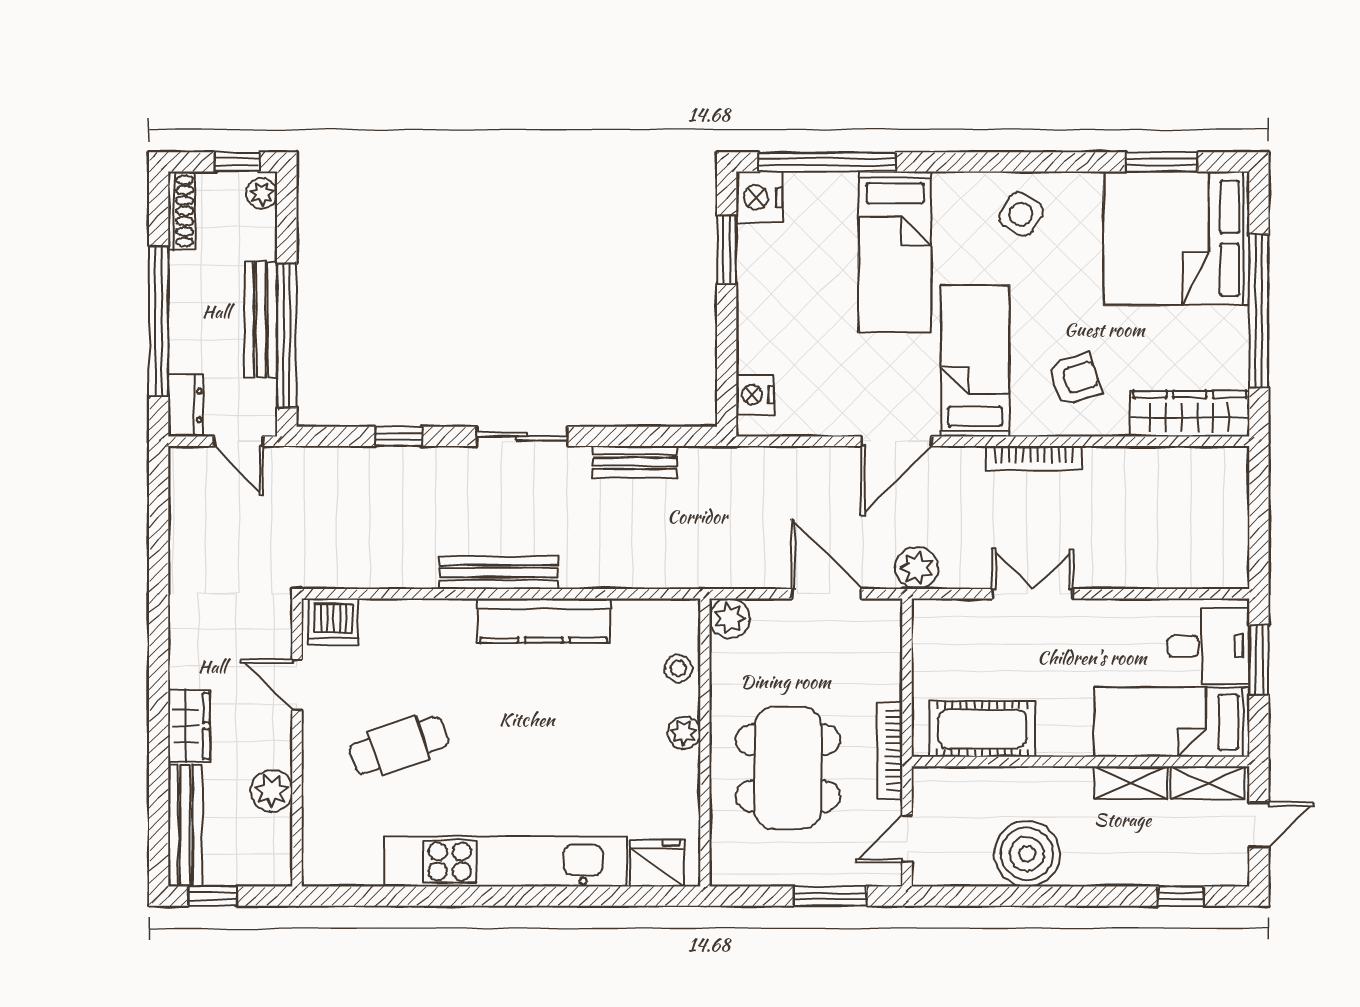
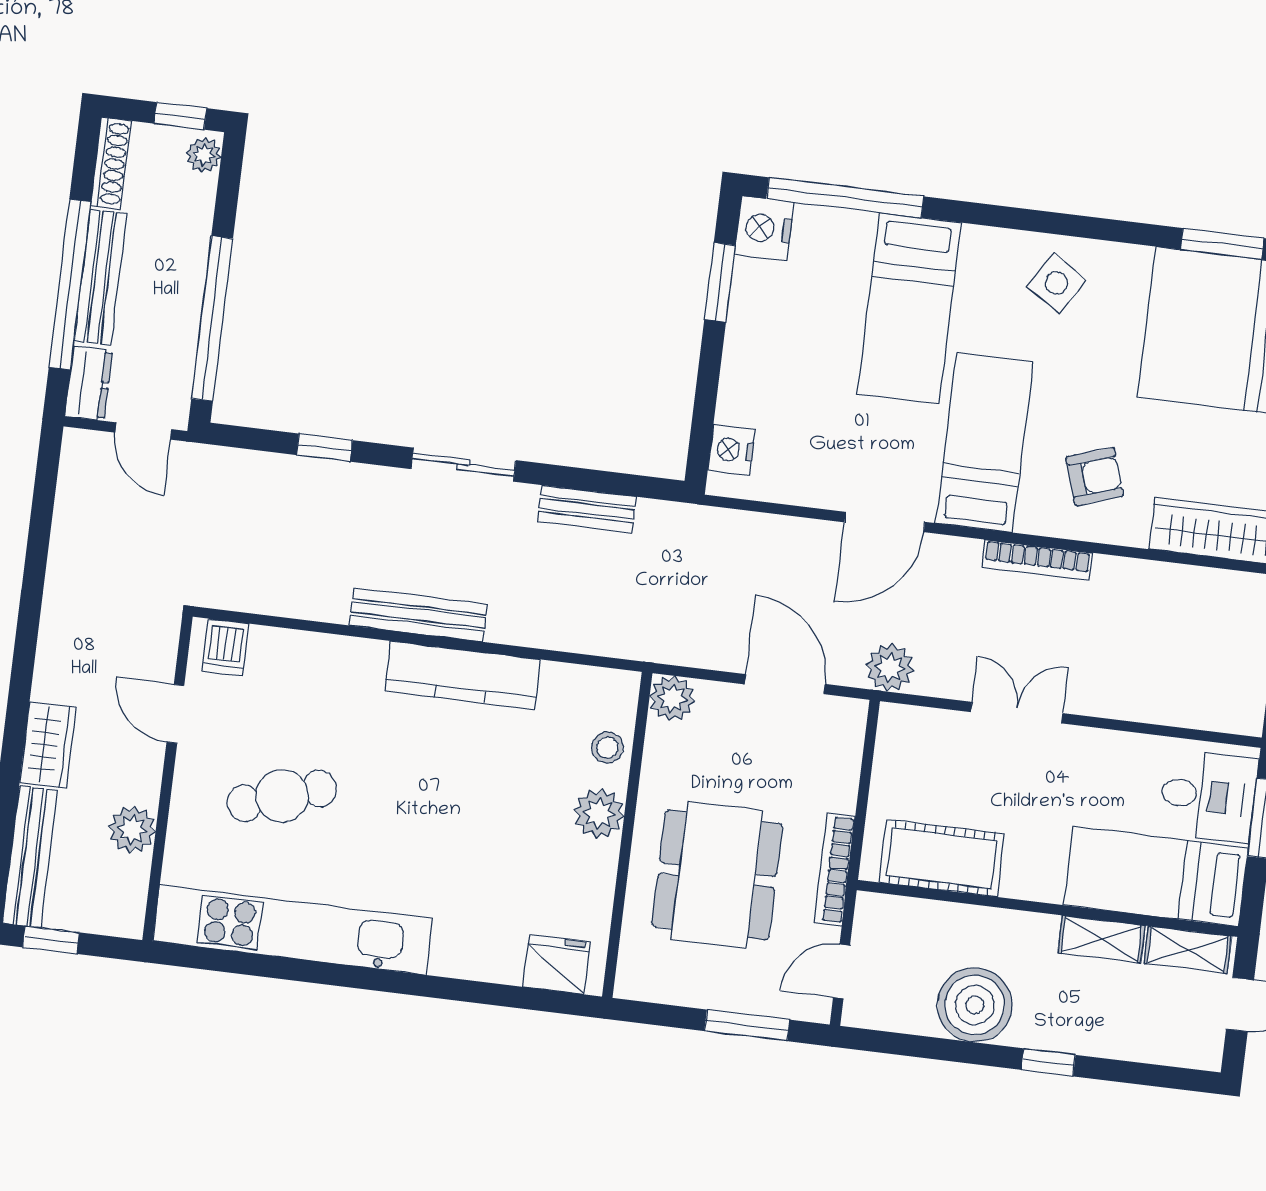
bench: (261, 320) -> (100, 277), moved
dishwasher: (334, 622) -> (225, 647), width x0.73
plant: (684, 733) -> (599, 813), width x1.38, depth x1.38
kitchen unit: (506, 861) -> (293, 930), moved
window: (1181, 896) -> (1048, 1062), moved

